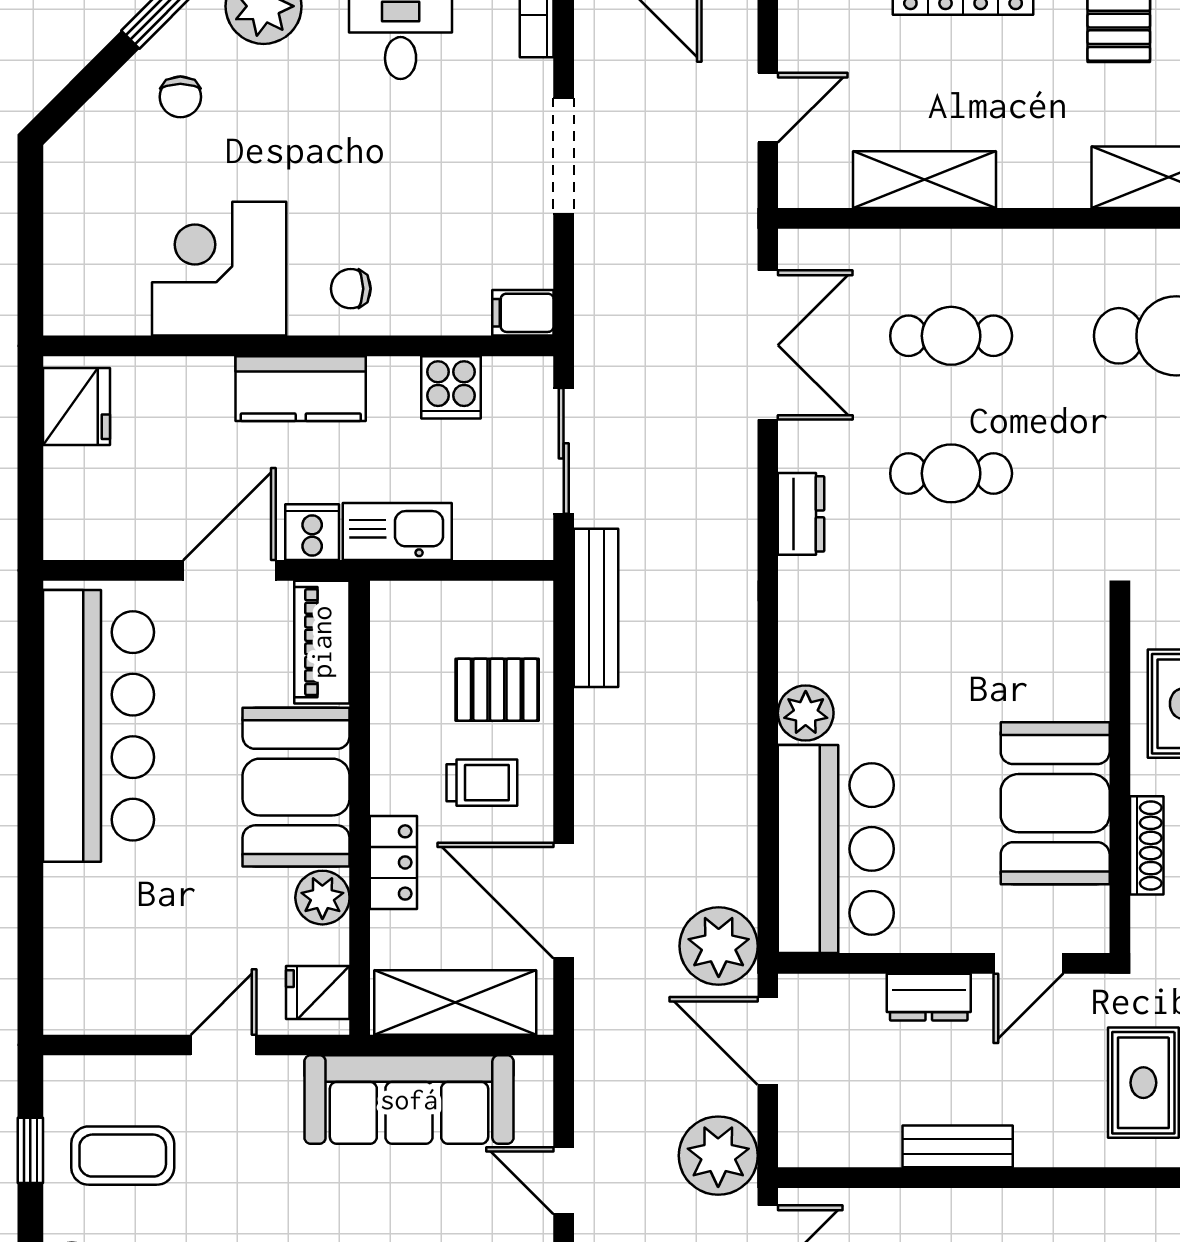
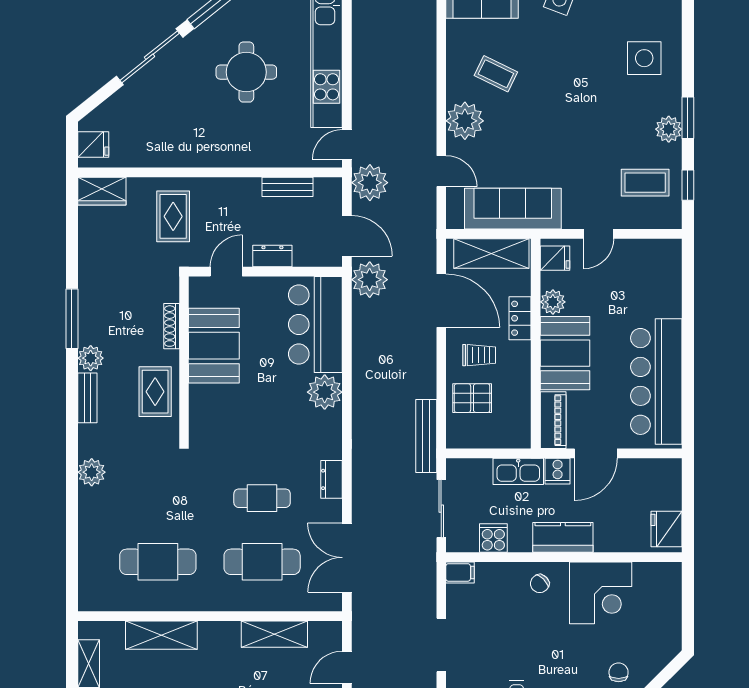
chair: (351, 289) -> (540, 584), turned 135
cafe table: (951, 336) -> (262, 562), width x1.37, depth x1.35
plant: (806, 713) -> (325, 392), width x1.36, depth x1.36
trolley: (482, 783) -> (479, 355), turned 180
bench: (958, 1146) -> (287, 187), moved

